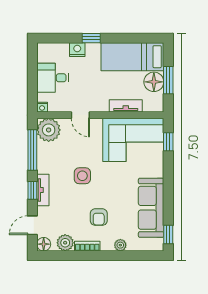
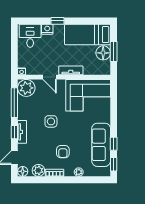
desk: (53, 78) -> (30, 36), moved, turned 90
tv unit: (126, 106) -> (71, 70), moved
window: (168, 142) -> (114, 144), moved

